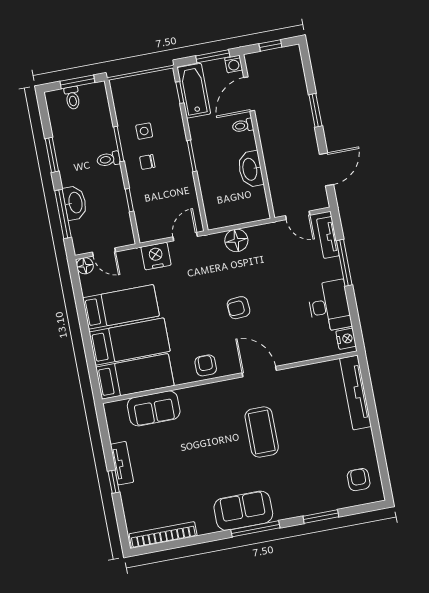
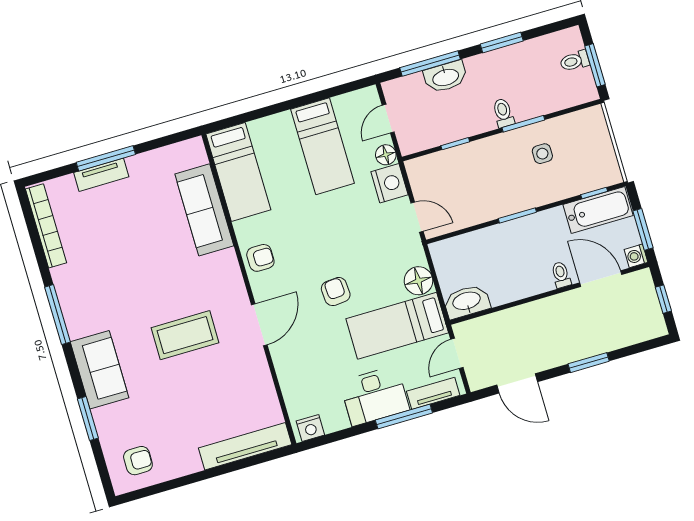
chair: (147, 162) -> (505, 161), removed
washbasin: (250, 169) -> (467, 302), moved
floor lamp: (85, 266) -> (386, 155), moved
desk: (329, 306) -> (374, 396), moved
bed: (130, 342) -> (397, 326), moved, turned 90
sofa: (154, 408) -> (204, 210), width x1.36
tv unit: (122, 463) -> (101, 175), moved
window: (114, 482) -> (106, 158), width x2.17
sofa: (243, 511) -> (100, 370), moved
window: (255, 529) -> (57, 315), moved

